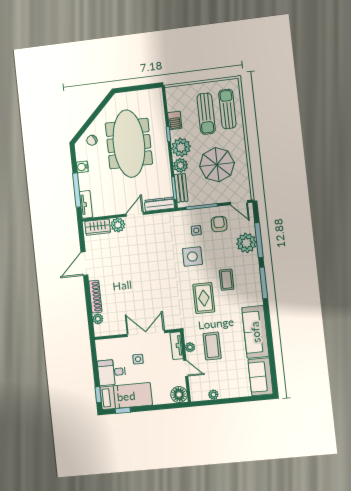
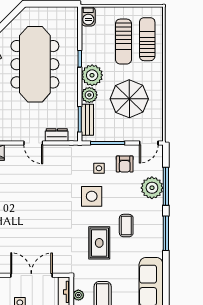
barbecue: (175, 120) -> (88, 16), moved
door: (239, 203) -> (149, 143), hinge flipped
dresser: (159, 204) -> (57, 135), width x0.70
door: (135, 214) -> (33, 143), swing flipped
armchair: (219, 224) -> (125, 164), turned 180
plant: (118, 225) -> (13, 153), removed

